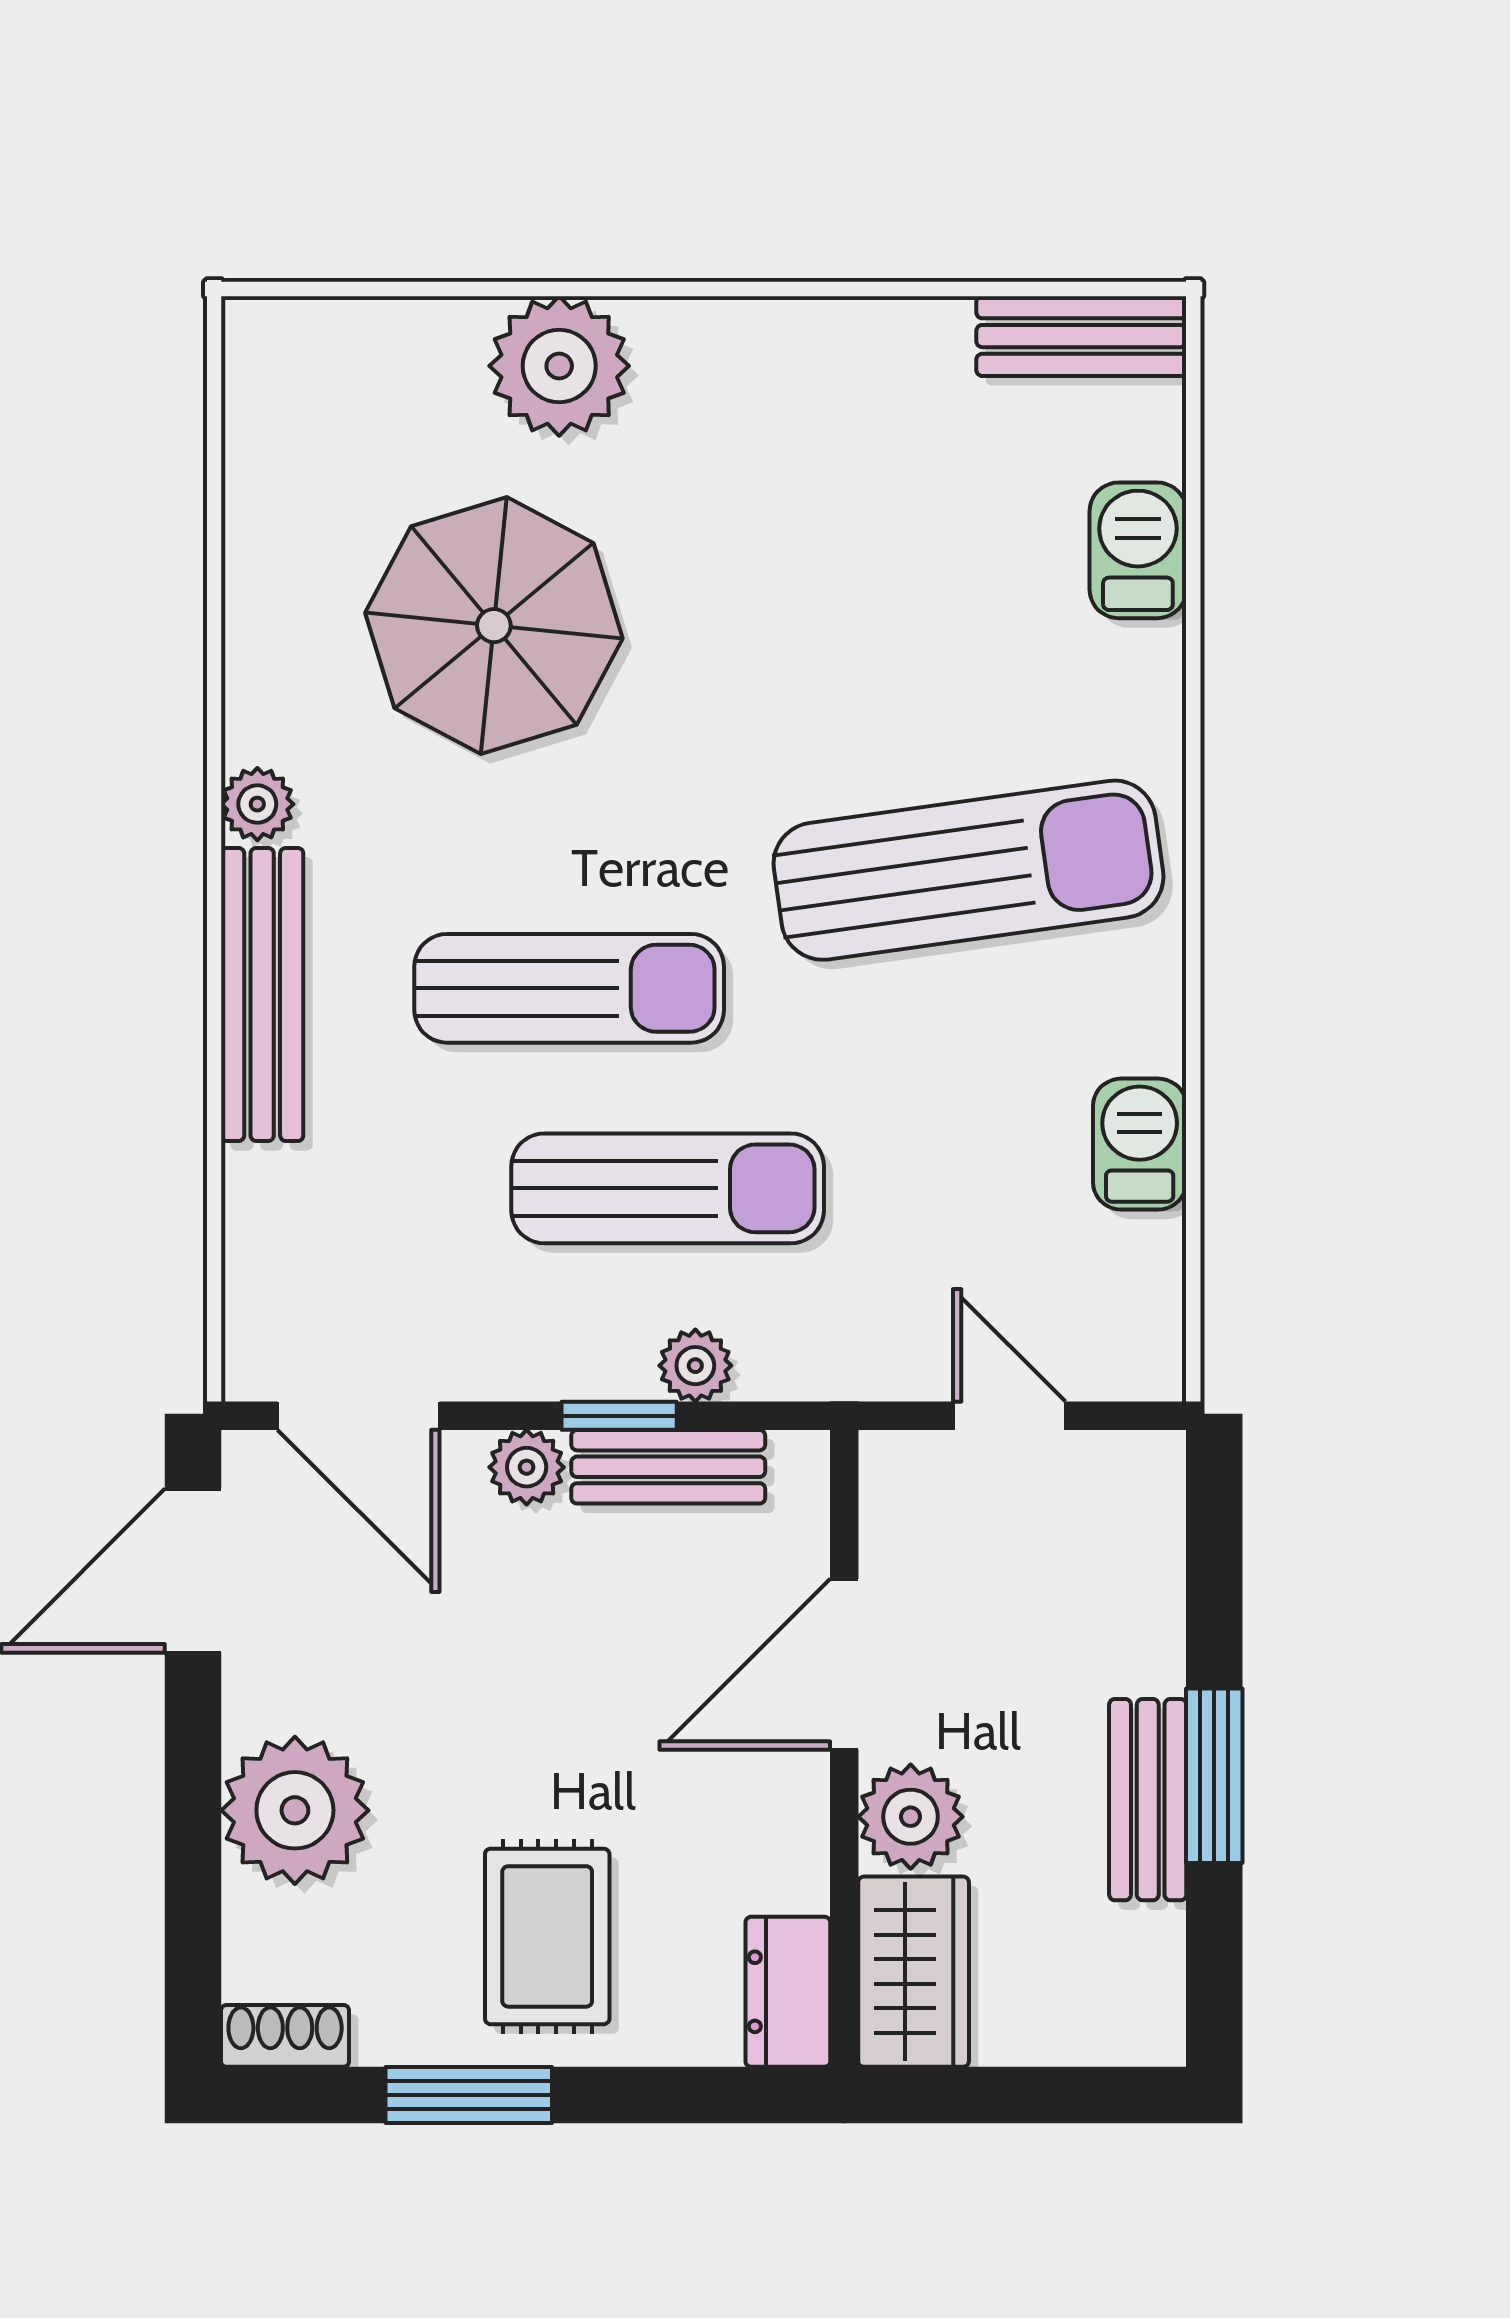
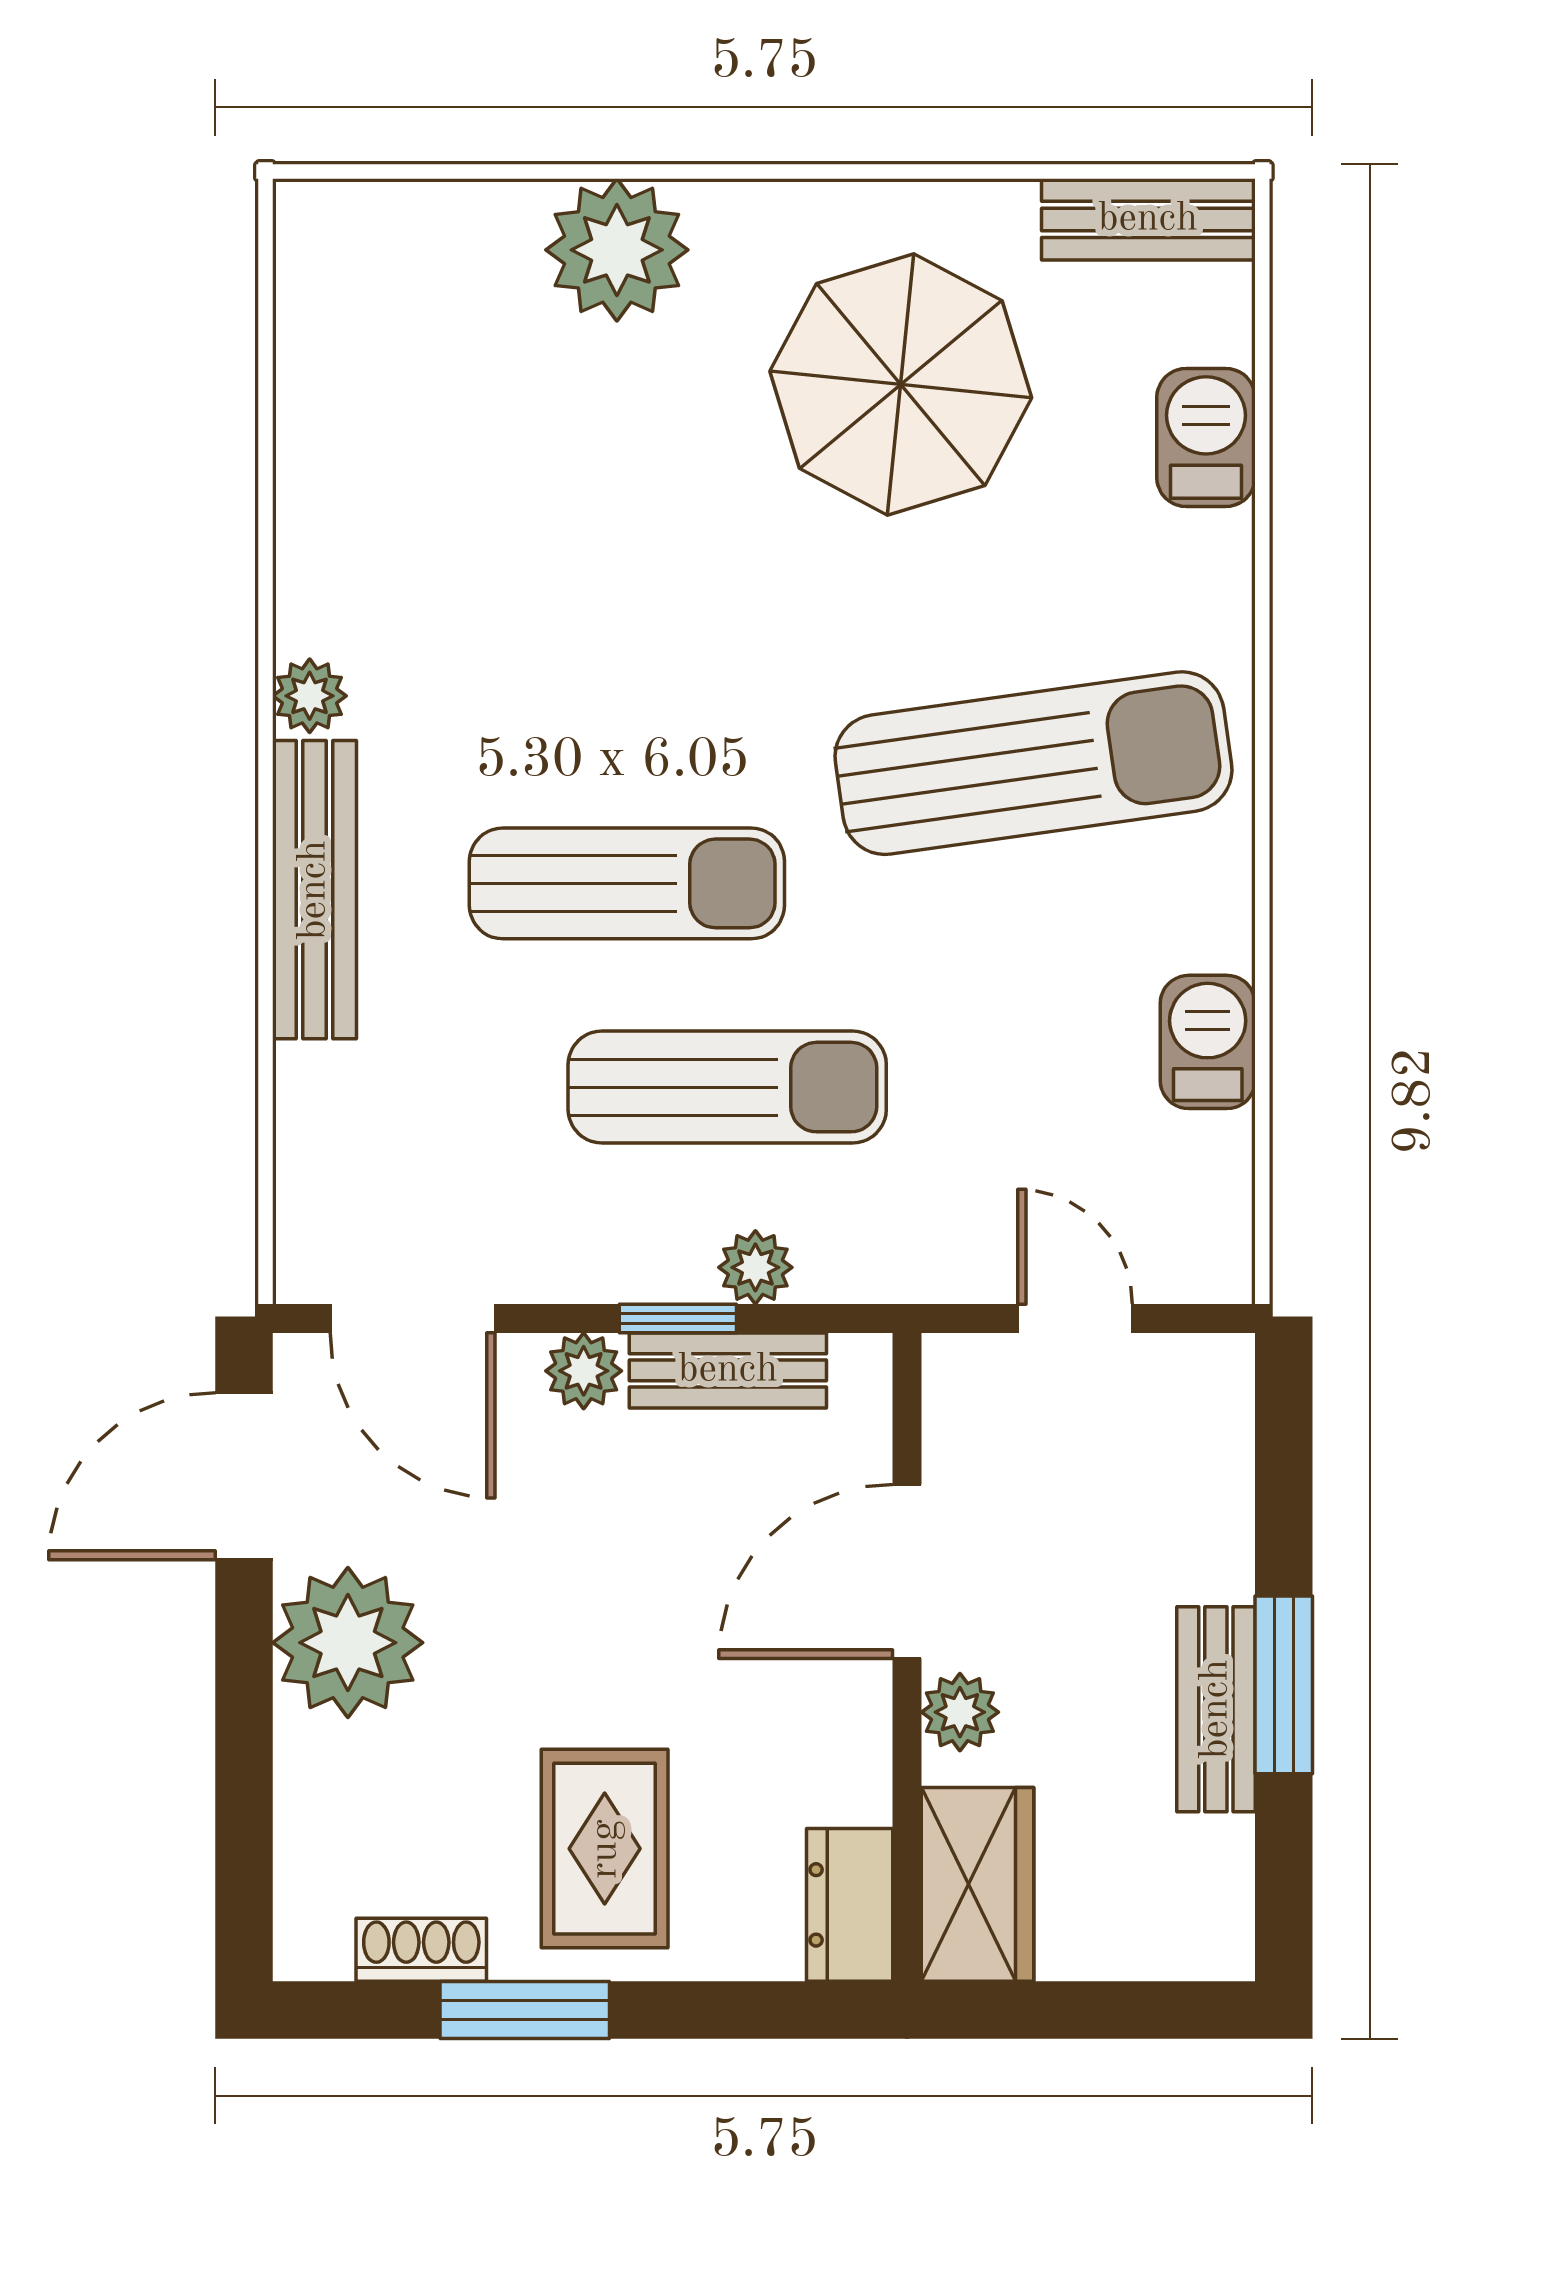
parasol: (494, 626) -> (901, 385), moved
plant: (295, 1810) -> (348, 1643), moved
plant: (911, 1817) -> (960, 1712), width x0.73, depth x0.73
shoe rack: (285, 2036) -> (421, 1950), moved

